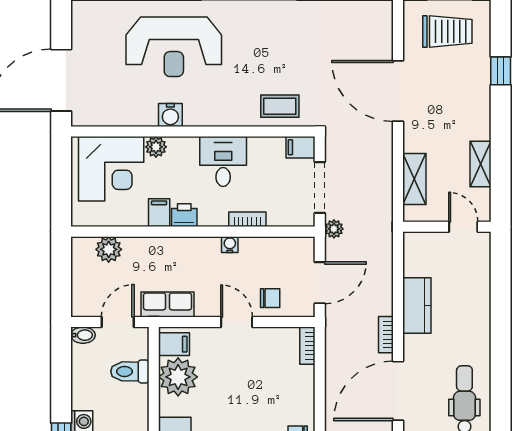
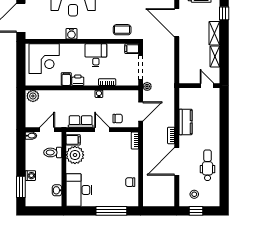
plant: (156, 147) -> (65, 49), removed
shelving: (414, 179) -> (214, 33), moved
plant: (109, 249) -> (33, 96), moved
row of seats: (168, 304) -> (81, 121), moved

